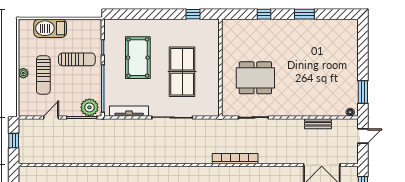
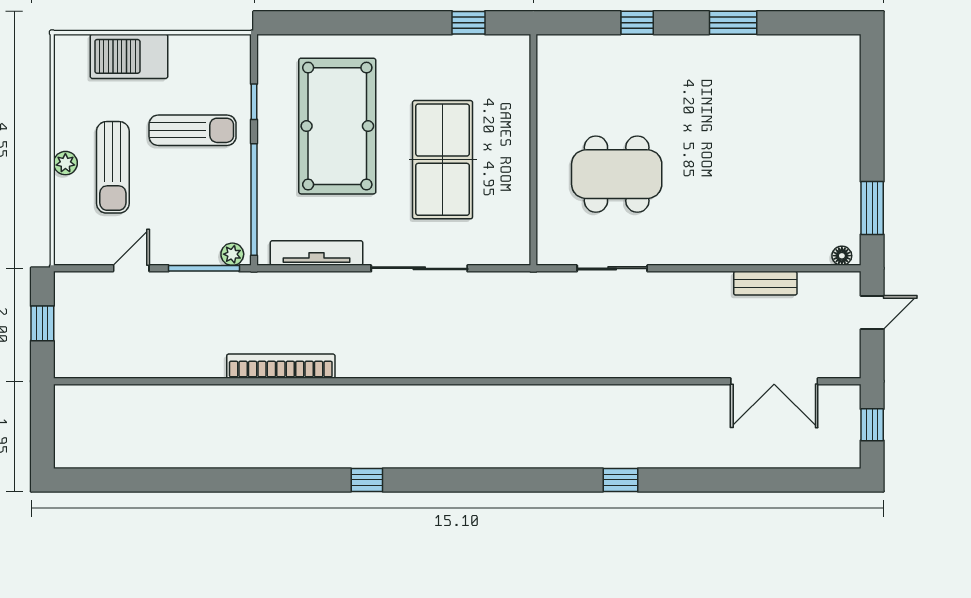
pool table: (138, 58) -> (337, 126), width x1.36, depth x1.32
plant: (89, 107) -> (232, 254), width x0.53, depth x0.53
bookcase: (235, 159) -> (281, 366), moved

